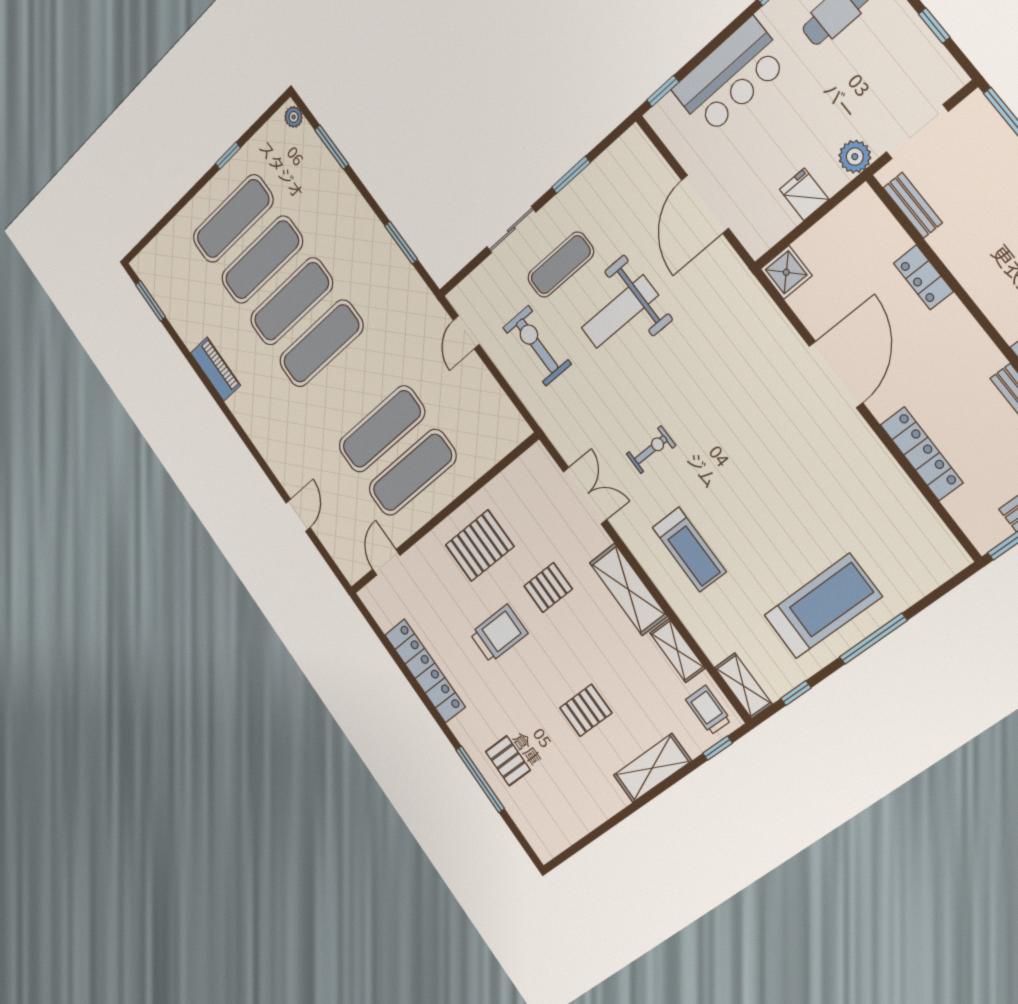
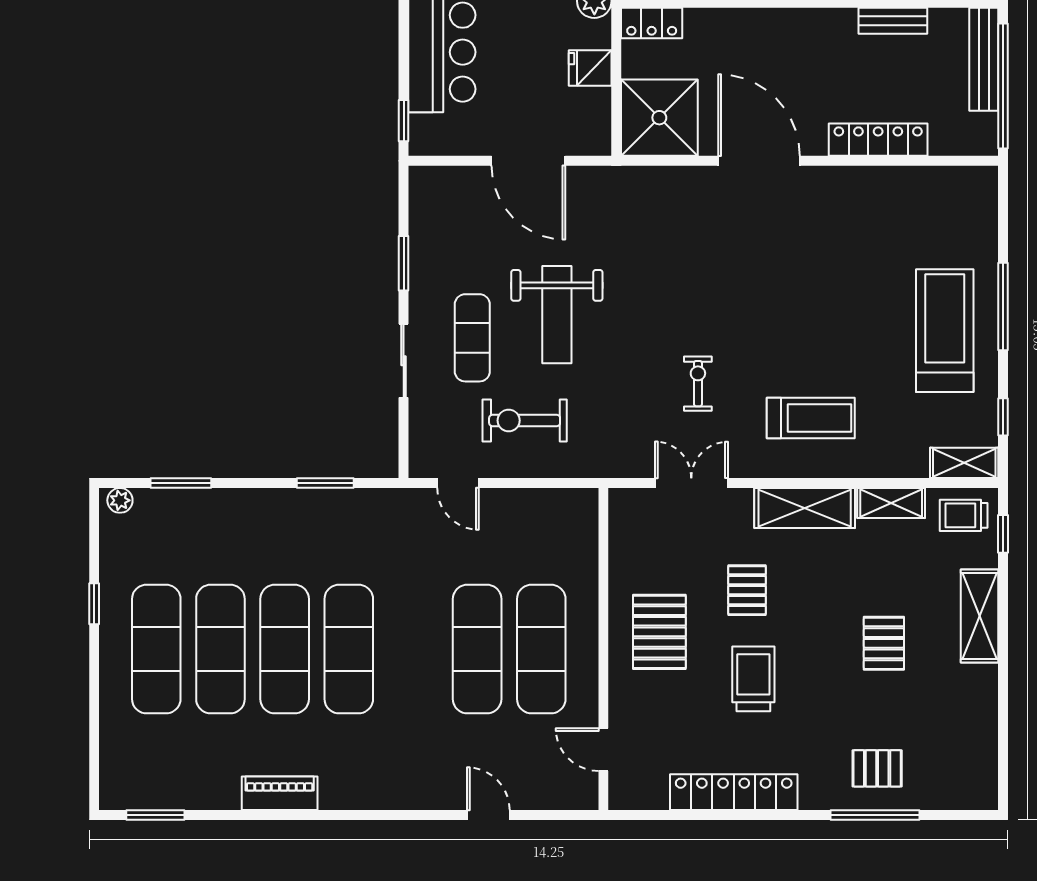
shower: (786, 272) -> (659, 118), width x1.86, depth x1.86
locker: (923, 277) -> (652, 23), moved

